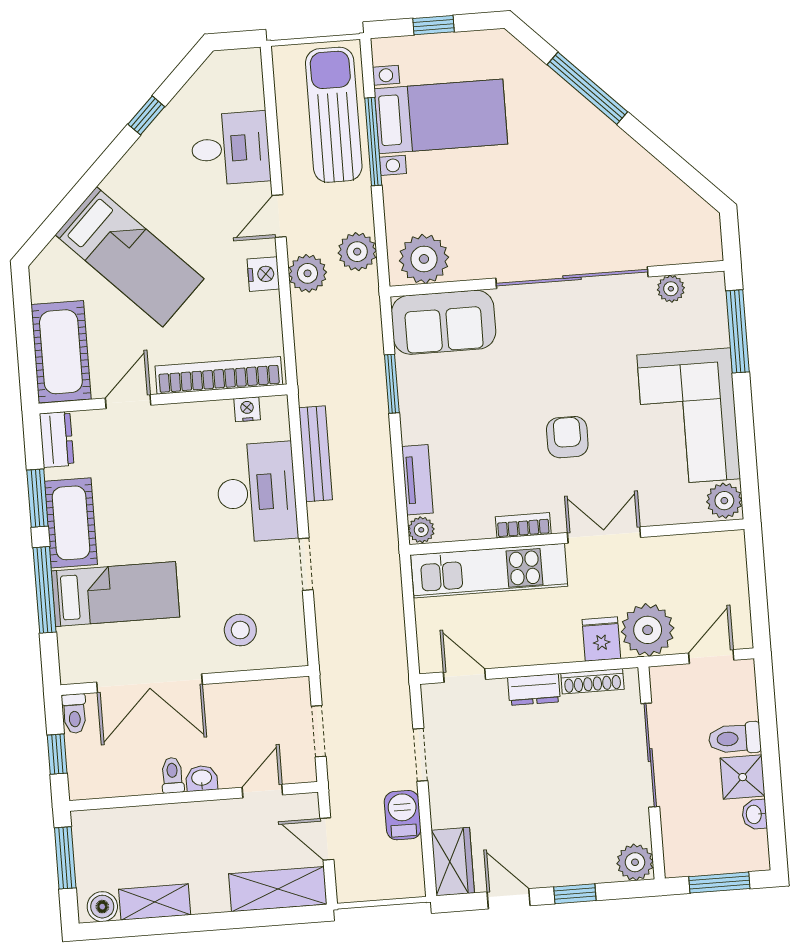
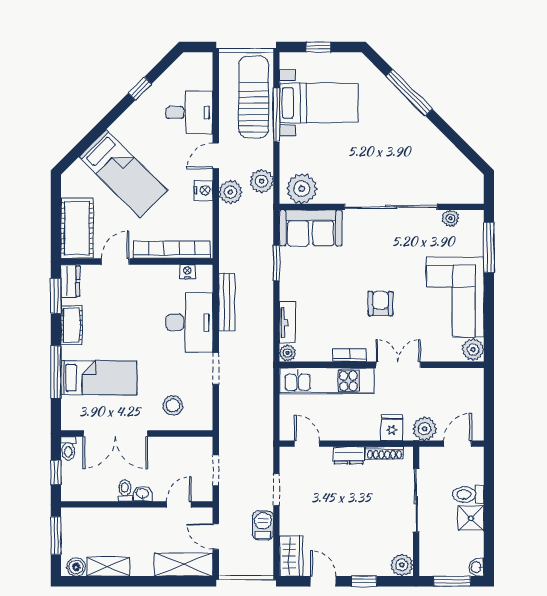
window: (37, 498) -> (56, 296), moved
cot: (71, 523) -> (72, 325), width x0.73, depth x0.75
plant: (648, 630) -> (425, 429), width x0.73, depth x0.73
washbasin: (755, 814) -> (477, 567), moved

